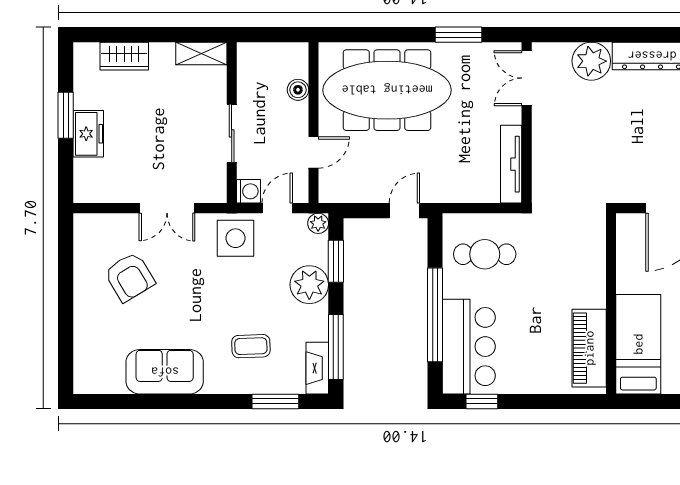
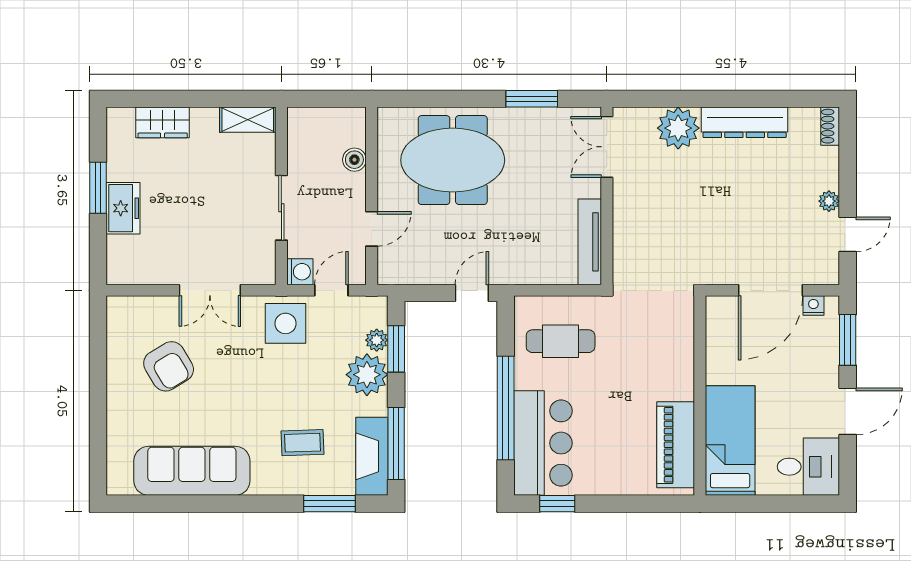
meeting table: (387, 90) -> (453, 160), width x0.73
plant: (318, 223) -> (377, 340), moved
fireplace: (317, 368) -> (372, 456), width x1.37, depth x1.32
sofa: (165, 372) -> (192, 471), width x1.36

